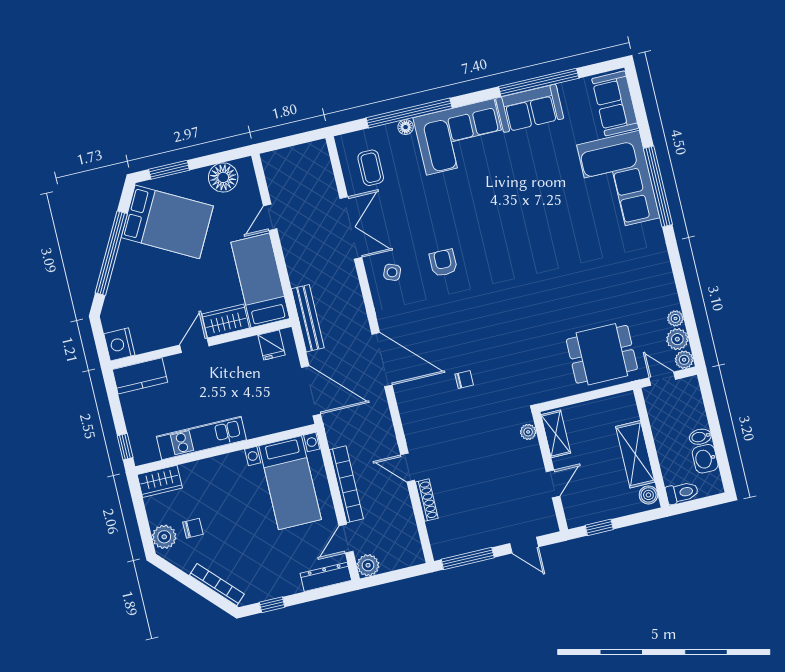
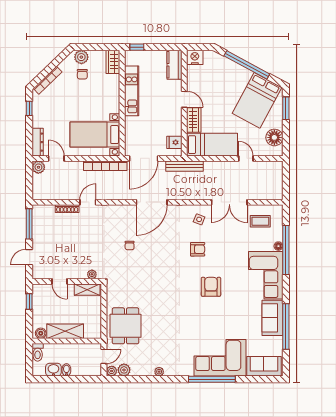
armchair: (502, 225) -> (211, 287), added
plant: (675, 318) -> (159, 372), moved
bookcase: (346, 484) -> (105, 166), moved

